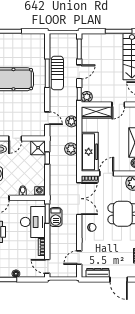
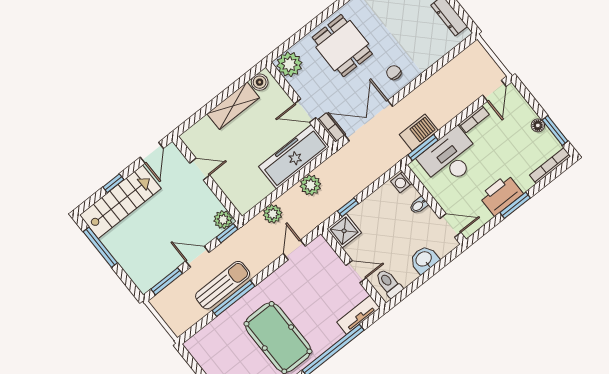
wardrobe: (96, 112) -> (234, 190), removed
door: (79, 258) -> (448, 57), removed

